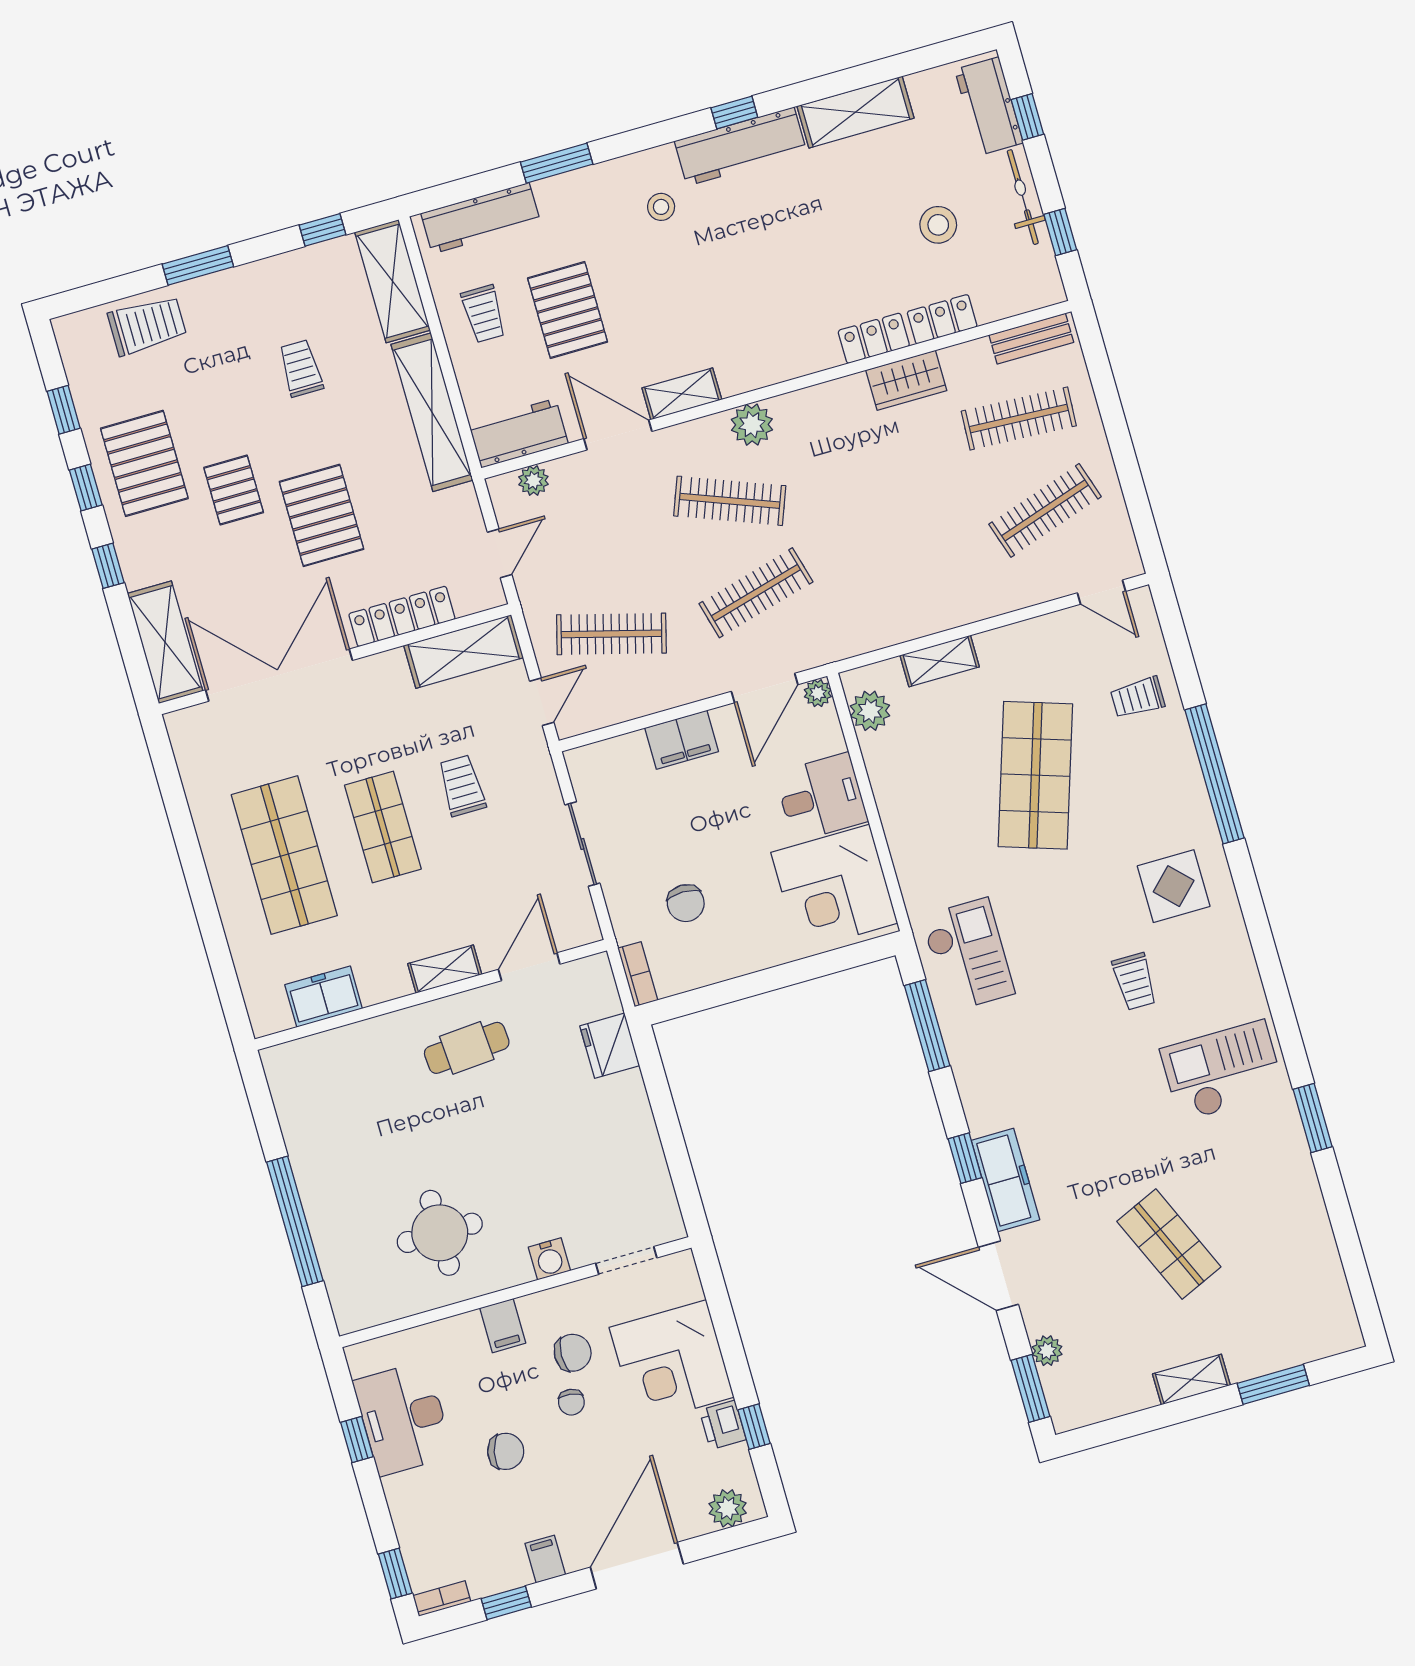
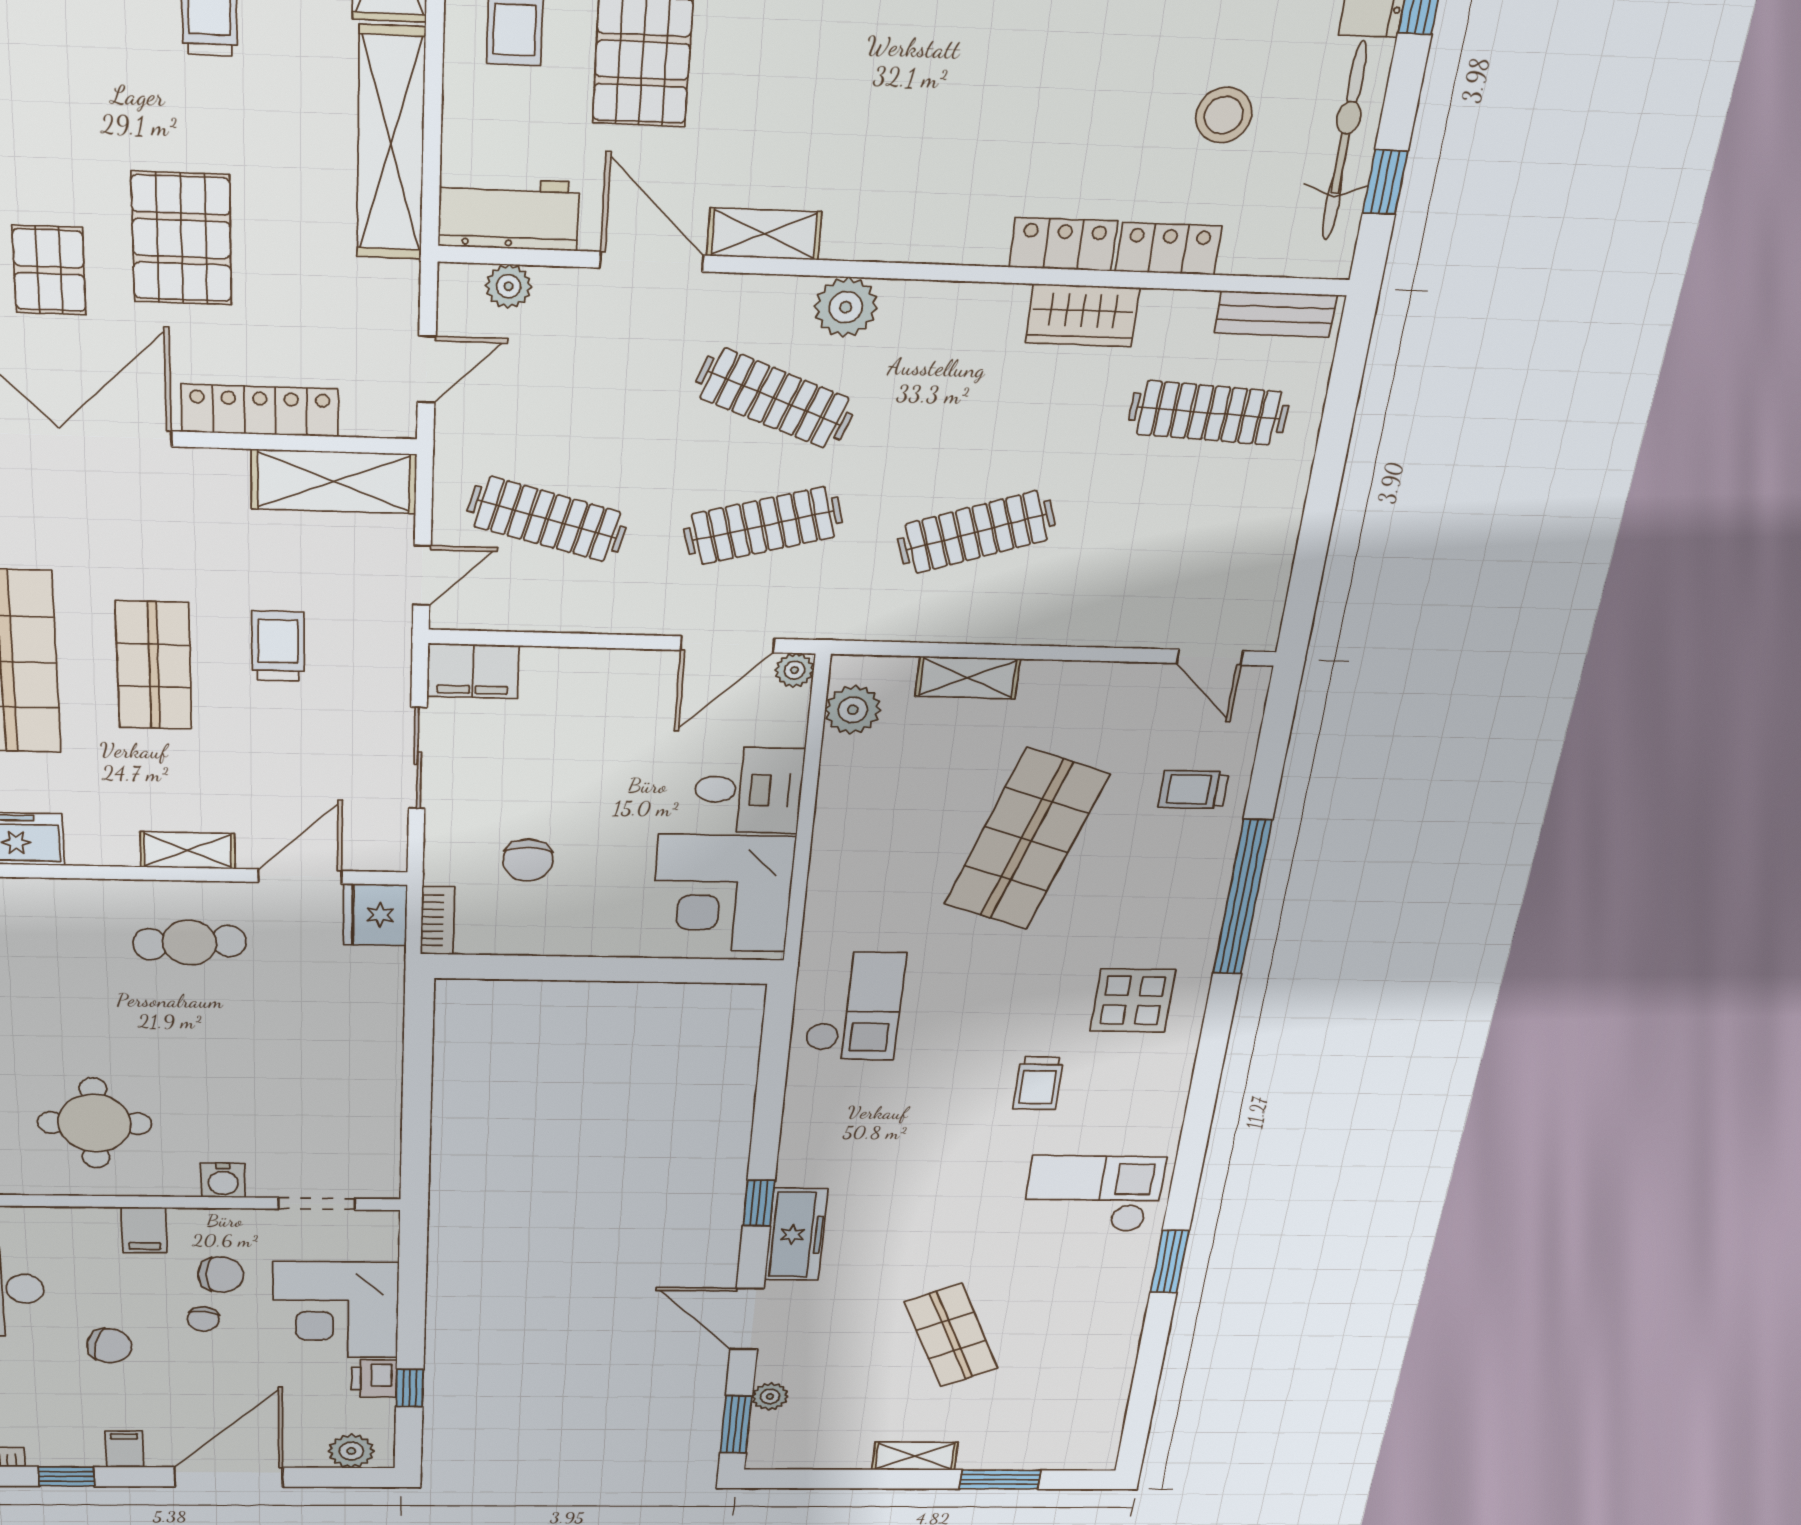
bicycle: (1023, 197) -> (1344, 142), width x1.37, depth x1.40
pallet: (234, 490) -> (49, 270), moved
clothes rail: (1045, 510) -> (976, 532), moved
filing cabinet: (682, 740) -> (473, 671), moved
window: (927, 1026) -> (773, 1065), removed
fridge: (610, 1046) -> (375, 915), moved

